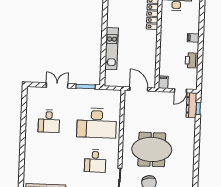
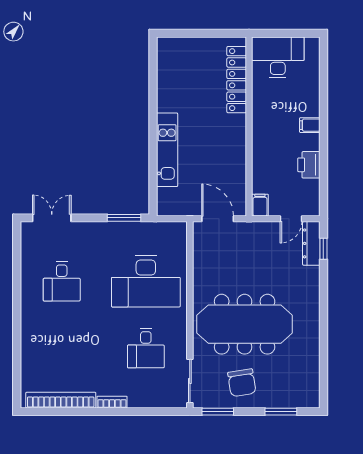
double door: (57, 85) -> (52, 218), moved
meeting table: (152, 149) -> (245, 324), width x1.36

